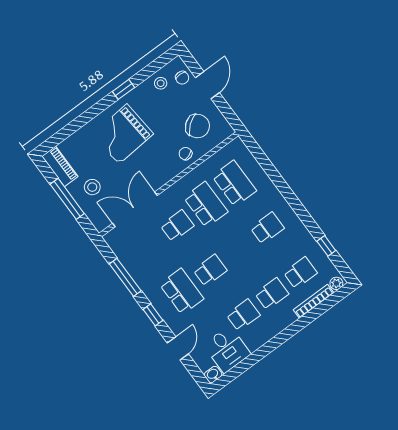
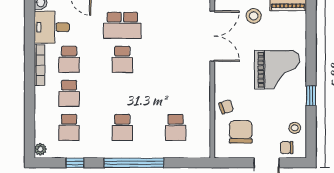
chair: (197, 126) -> (241, 132), turned 128
grand piano: (123, 134) -> (277, 70), turned 95
school desk: (234, 183) -> (176, 127), width x0.54
window: (290, 196) -> (134, 163), added
school desk: (206, 205) -> (176, 93), removed
school desk: (177, 226) -> (176, 59), removed
bookcase: (314, 301) -> (40, 65), moved

